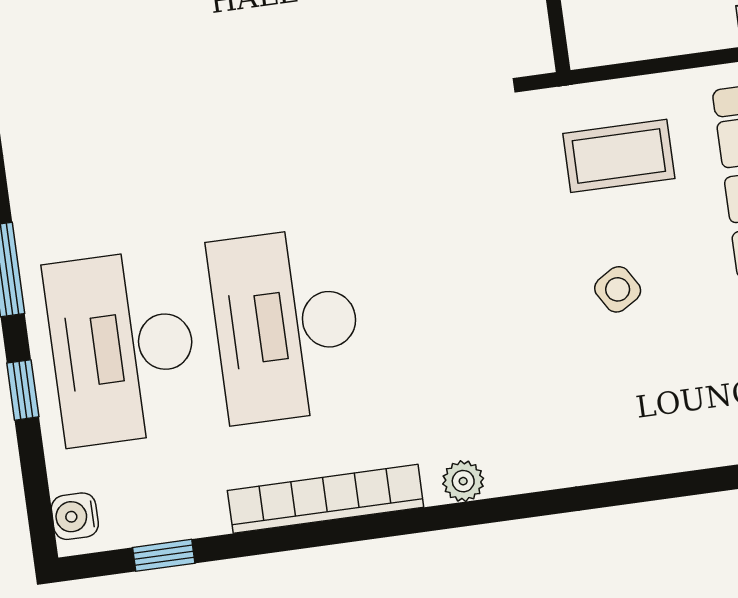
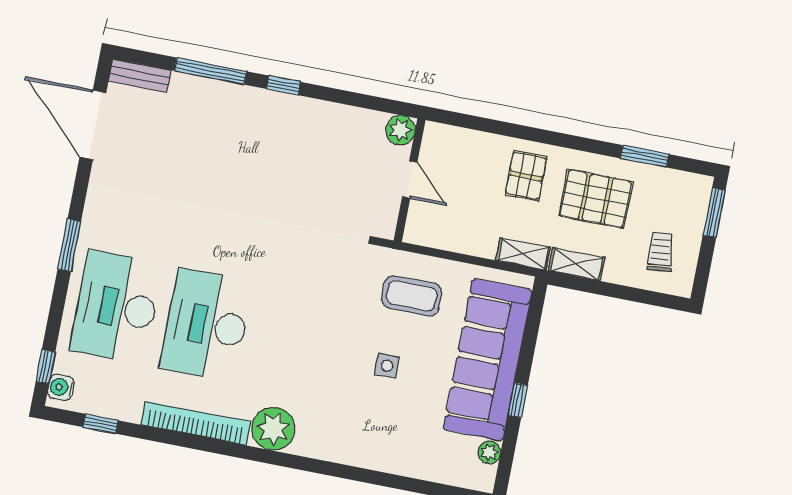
side table: (618, 289) -> (387, 366), turned 31
window: (23, 390) -> (45, 367), moved
plant: (463, 481) -> (273, 429), width x1.88, depth x1.88

